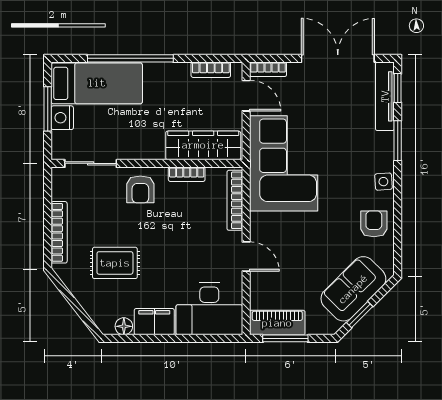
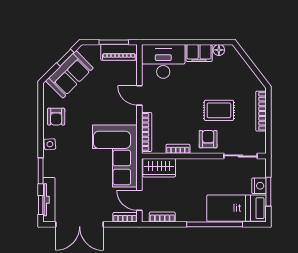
wardrobe: (203, 145) -> (159, 168), width x0.67
rug: (115, 263) -> (219, 110), moved

